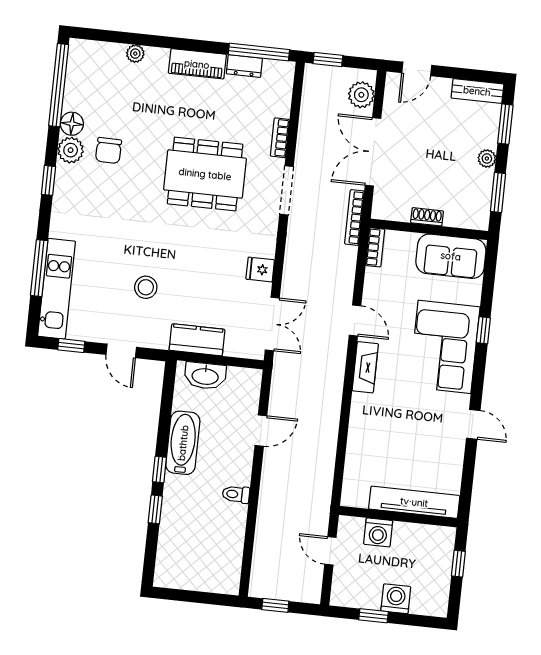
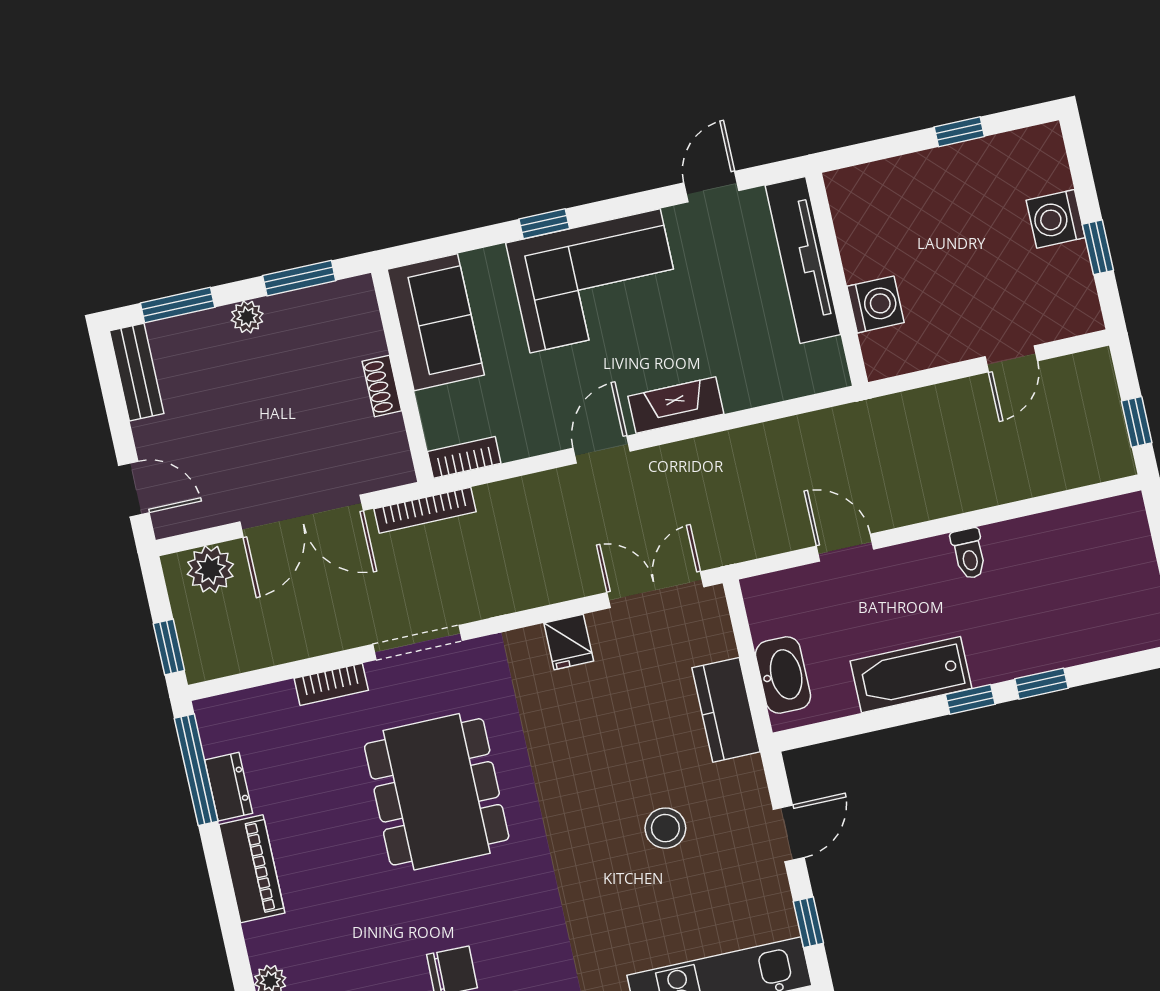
tv unit: (414, 502) -> (803, 260), moved
wall: (398, 517) -> (837, 279), moved
washing machine: (378, 532) -> (876, 304), moved

